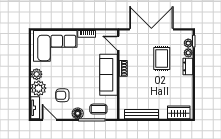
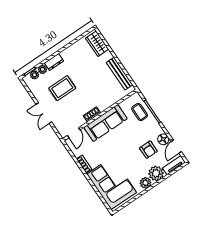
double door: (151, 29) -> (44, 113), width x0.54
floor lamp: (78, 113) -> (163, 139), moved

